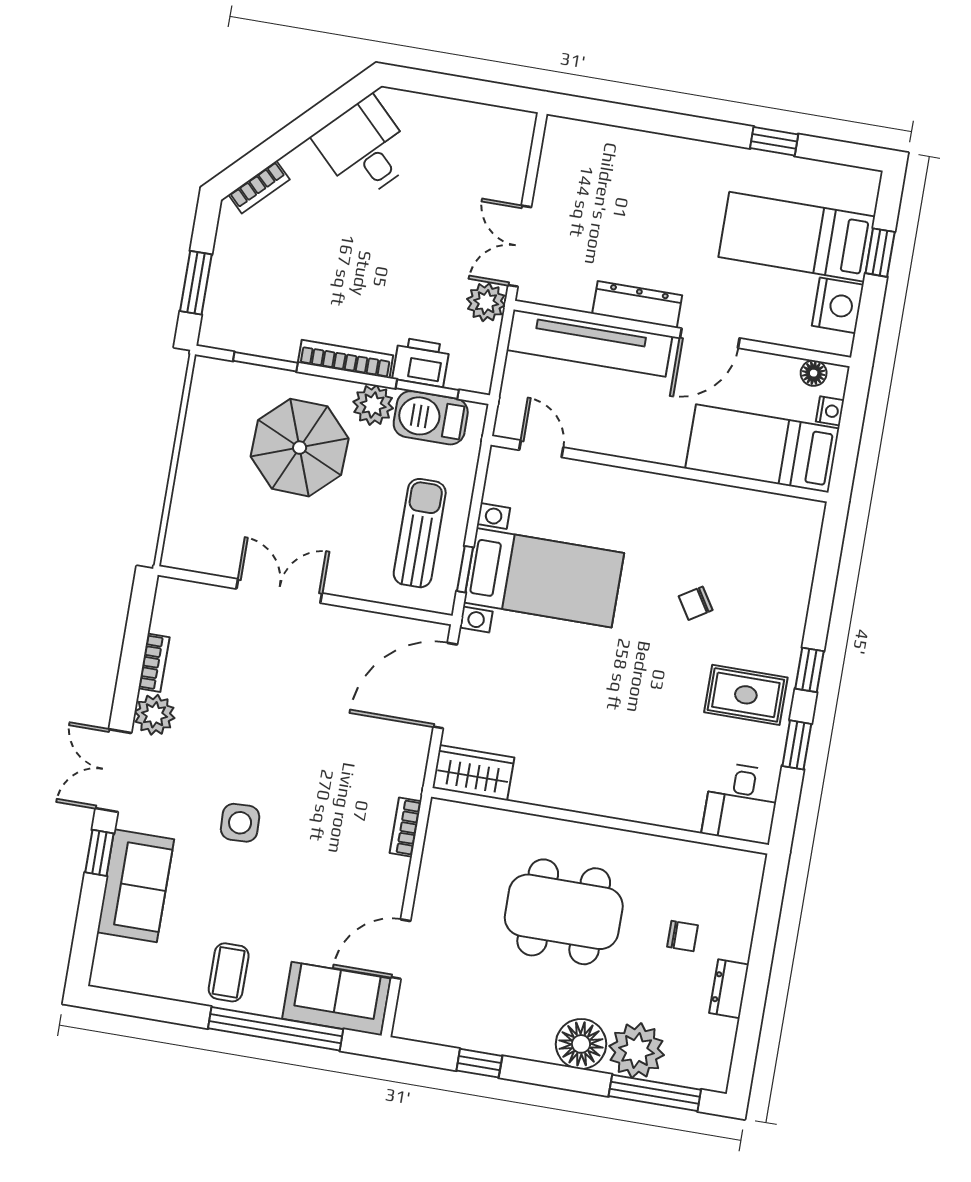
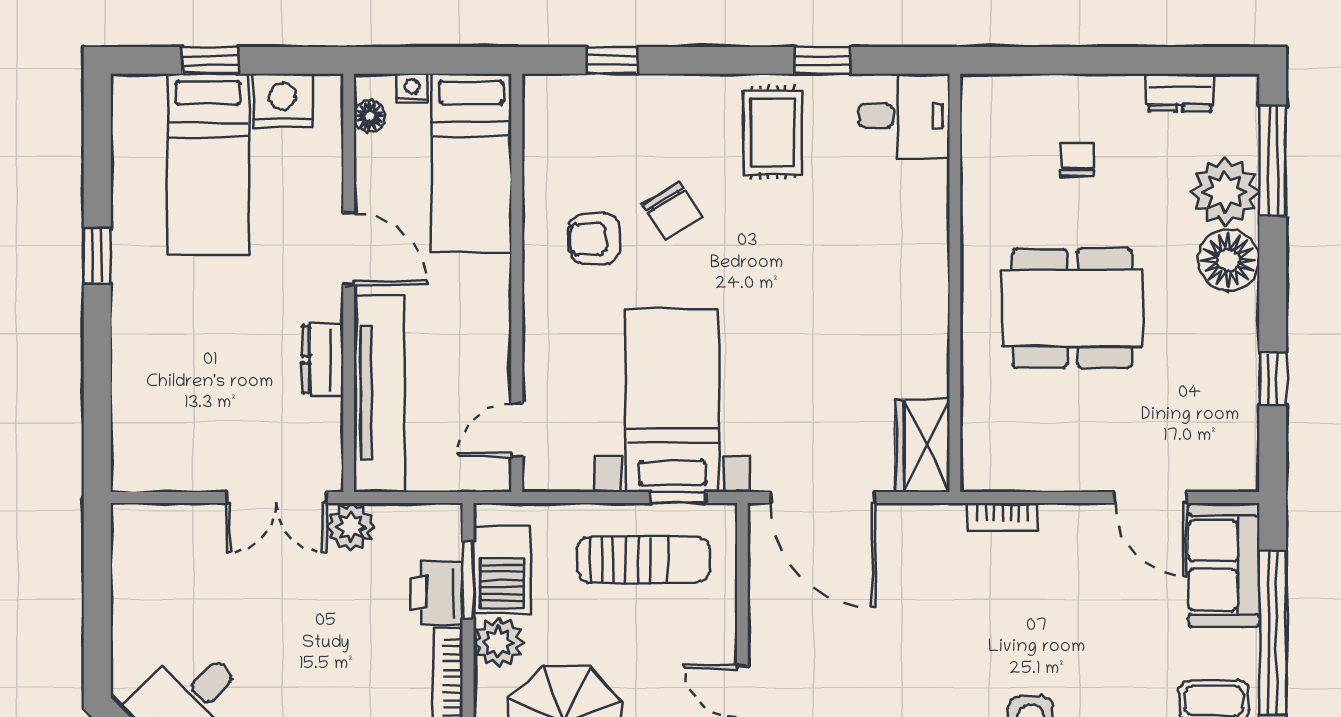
window: (774, 141) -> (97, 256), moved
dresser: (637, 305) -> (323, 359), width x0.70
sun lounger: (420, 533) -> (644, 560), turned 180
armchair: (684, 537) -> (594, 239), added
chair: (696, 603) -> (672, 212), width x1.37, depth x1.37
window: (809, 670) -> (612, 60), moved
dining table: (564, 912) -> (1072, 308), turned 90
dresser: (729, 989) -> (1180, 93), moved

